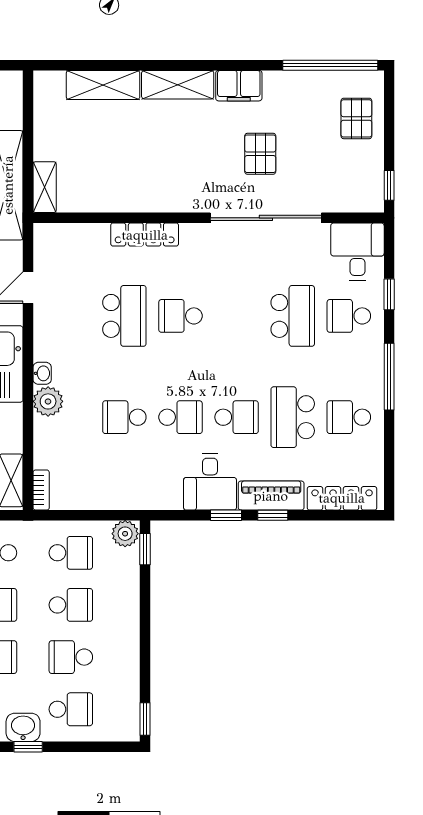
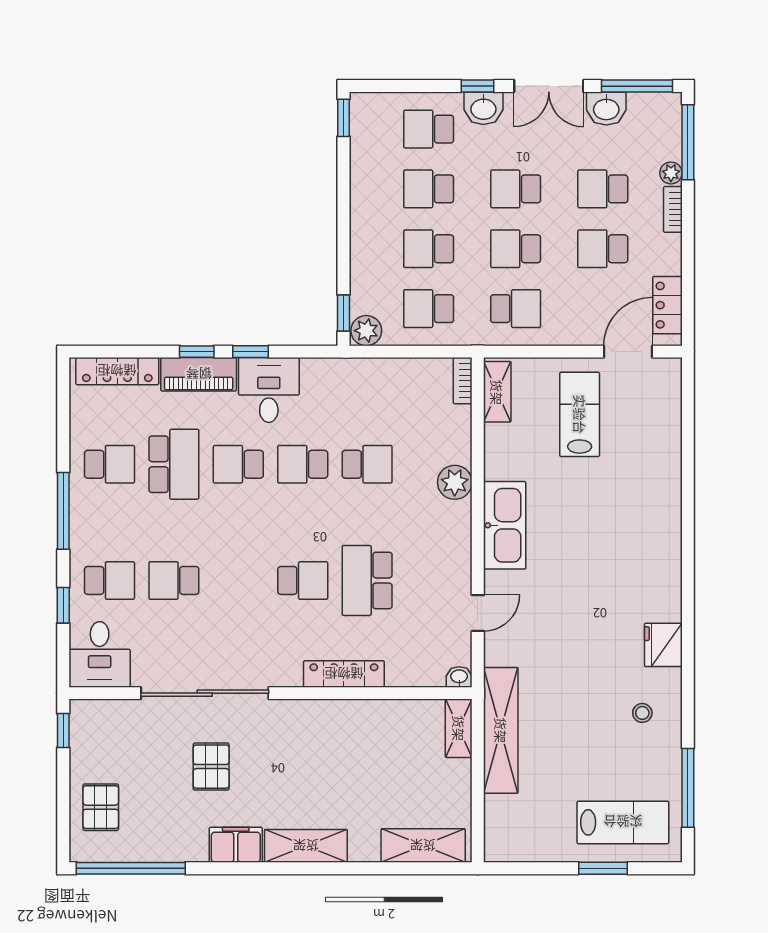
shelving: (103, 85) -> (423, 846), moved
school desk: (293, 316) -> (174, 580), width x0.54
washbasin: (42, 373) -> (459, 677), moved, turned 90
school desk: (71, 657) -> (429, 189), turned 180

